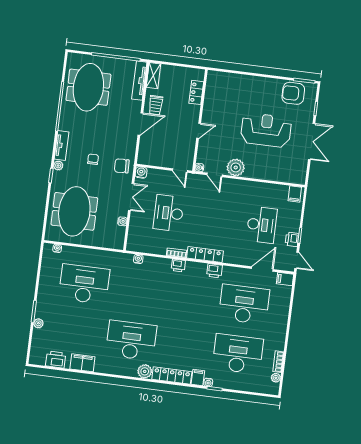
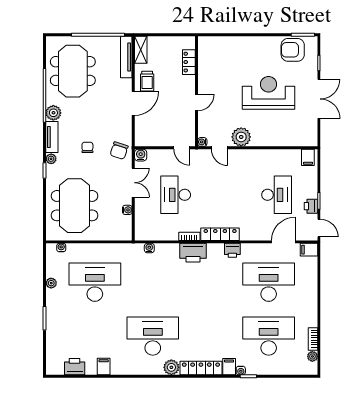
plant: (66, 123) -> (53, 113), added
chair: (122, 166) -> (119, 151), turned -70
printer: (178, 266) -> (193, 253), width x1.87, depth x1.48
plant: (38, 323) -> (51, 283), moved
filing cabinet: (82, 363) -> (104, 367), width x0.50

